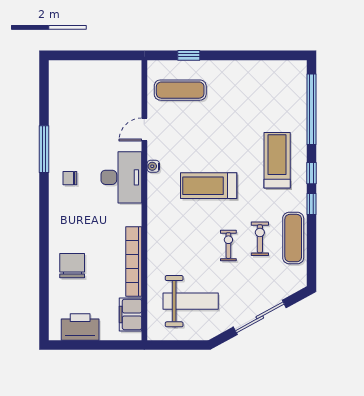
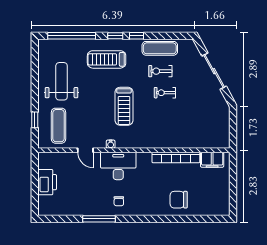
weight bench: (191, 301) -> (62, 81), moved
printer: (80, 327) -> (47, 182), moved, turned 180

